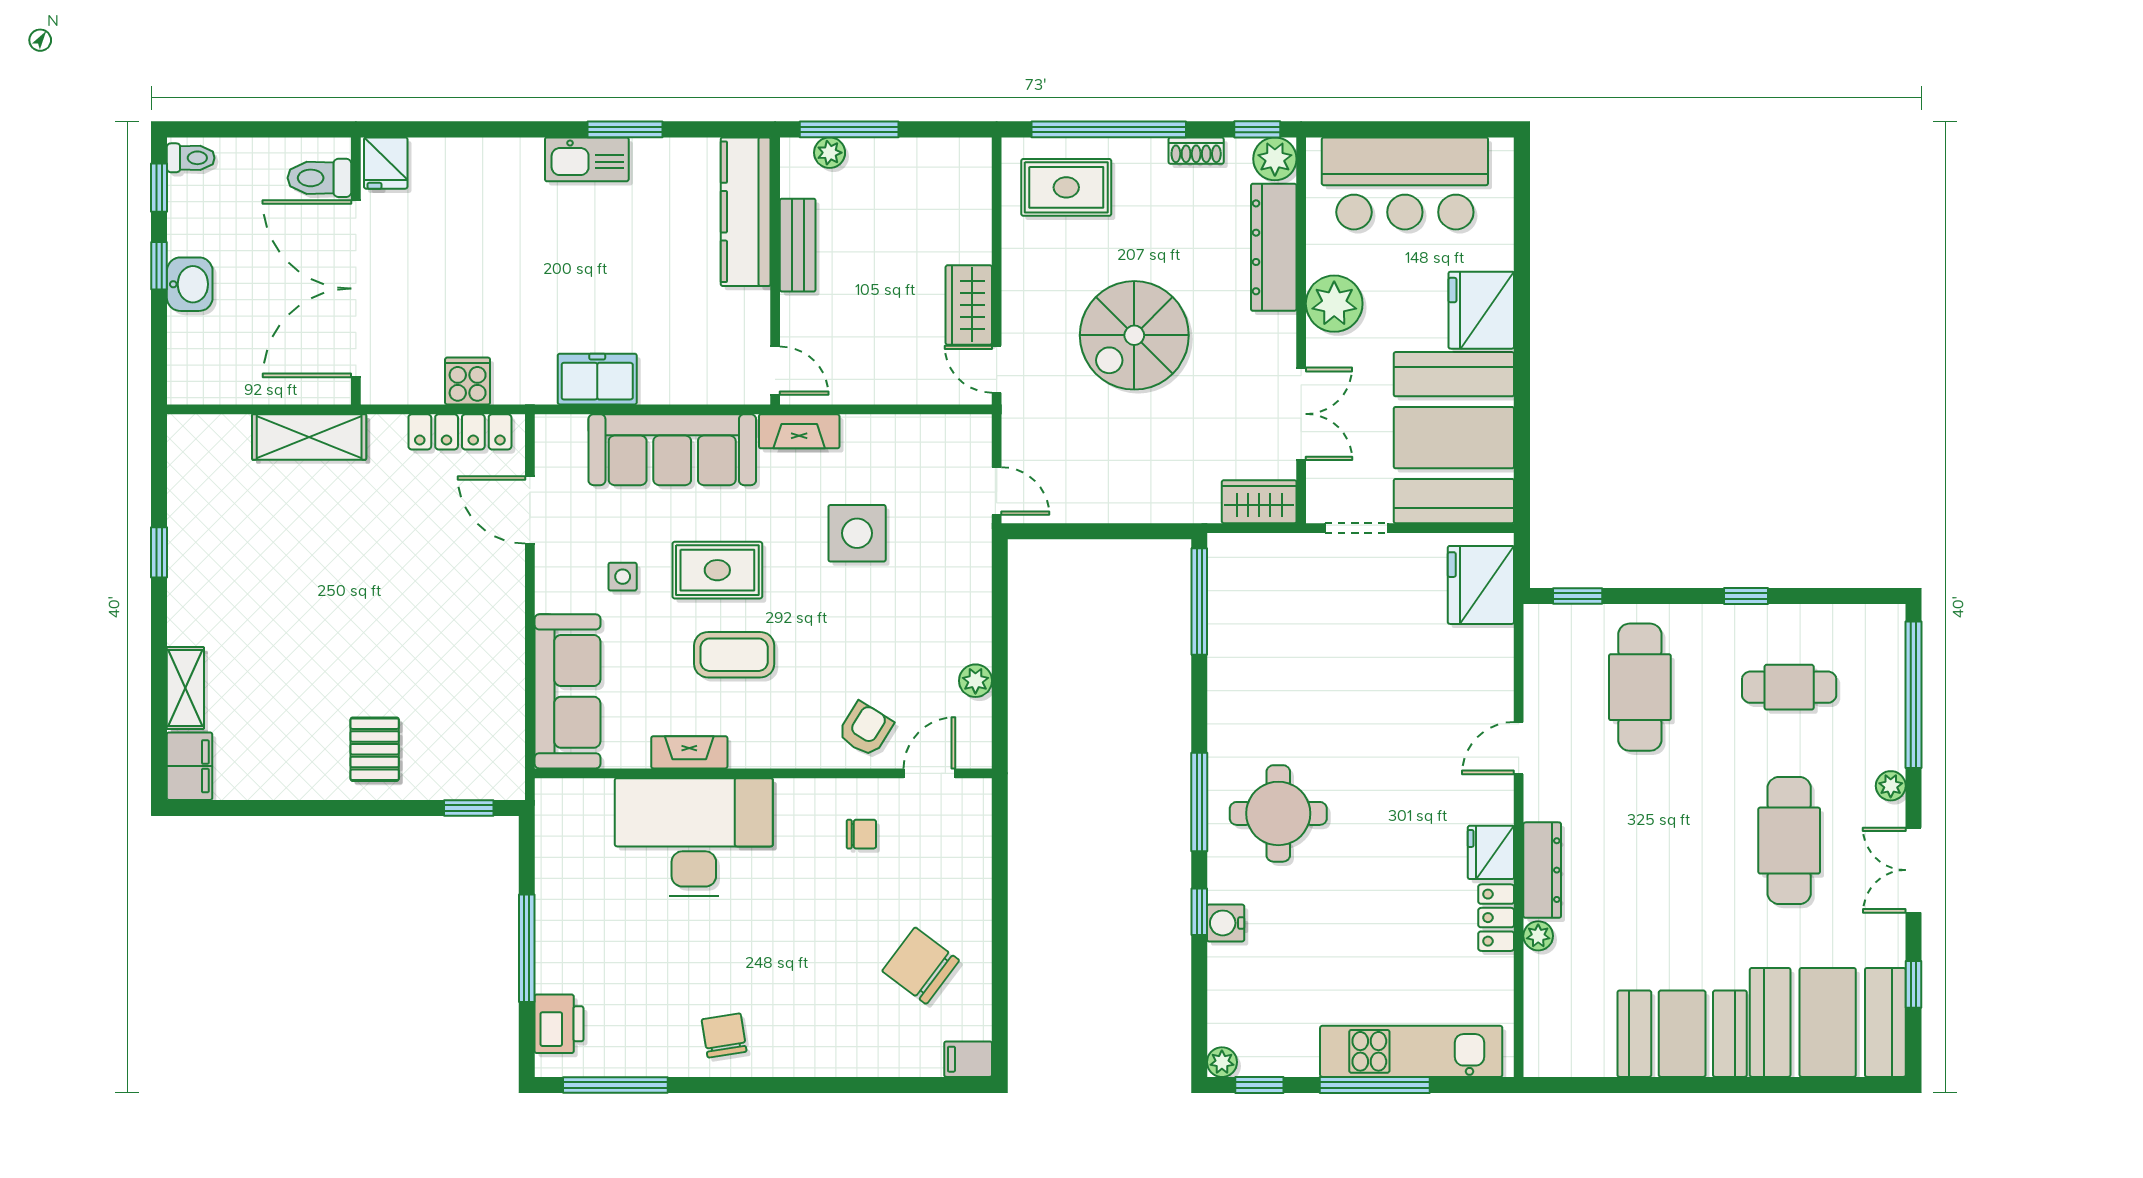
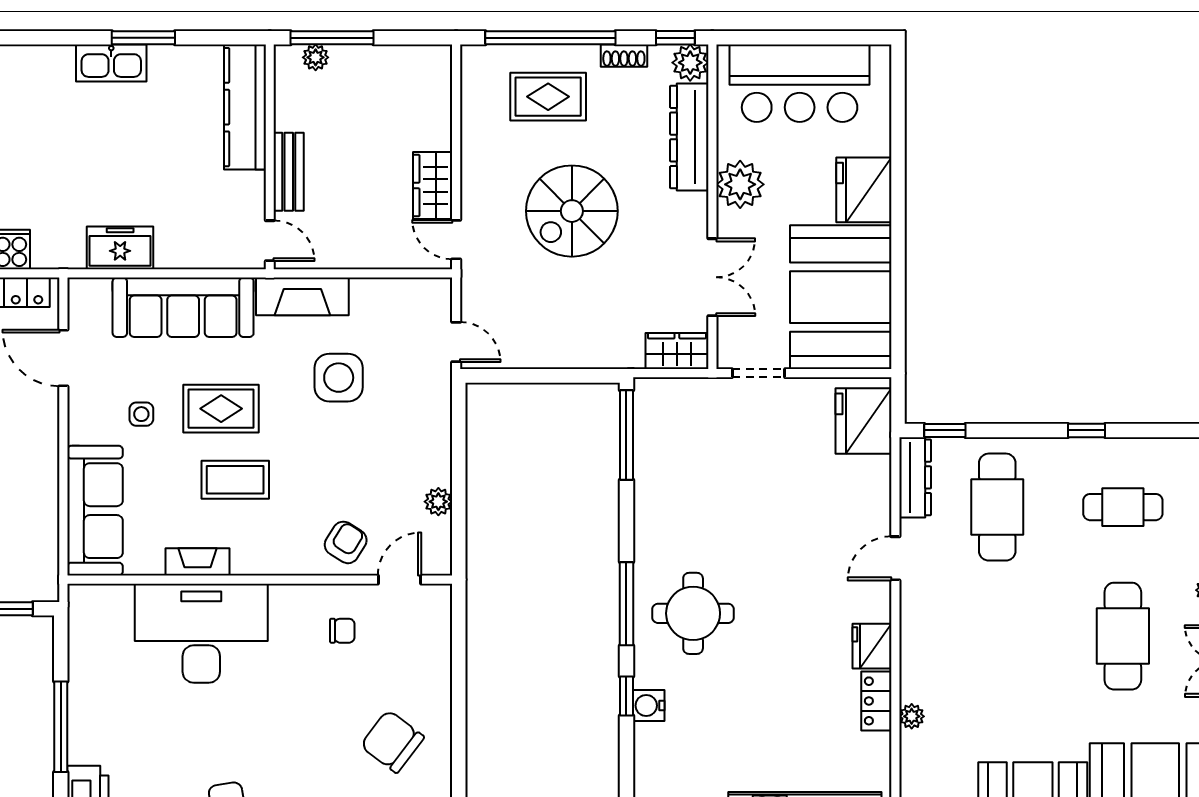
rug: (1066, 187) -> (548, 97), moved
bench: (798, 245) -> (289, 172), moved
fireplace: (799, 431) -> (302, 296), width x1.37, depth x1.32
dresser: (1542, 870) -> (915, 477), moved

